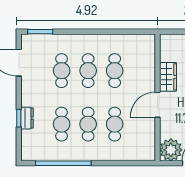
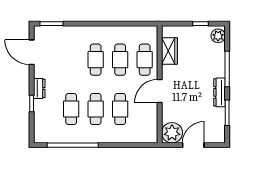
cafe table: (62, 71) -> (145, 60), moved
wardrobe: (168, 77) -> (169, 51), moved
dresser: (27, 118) -> (39, 88), moved

